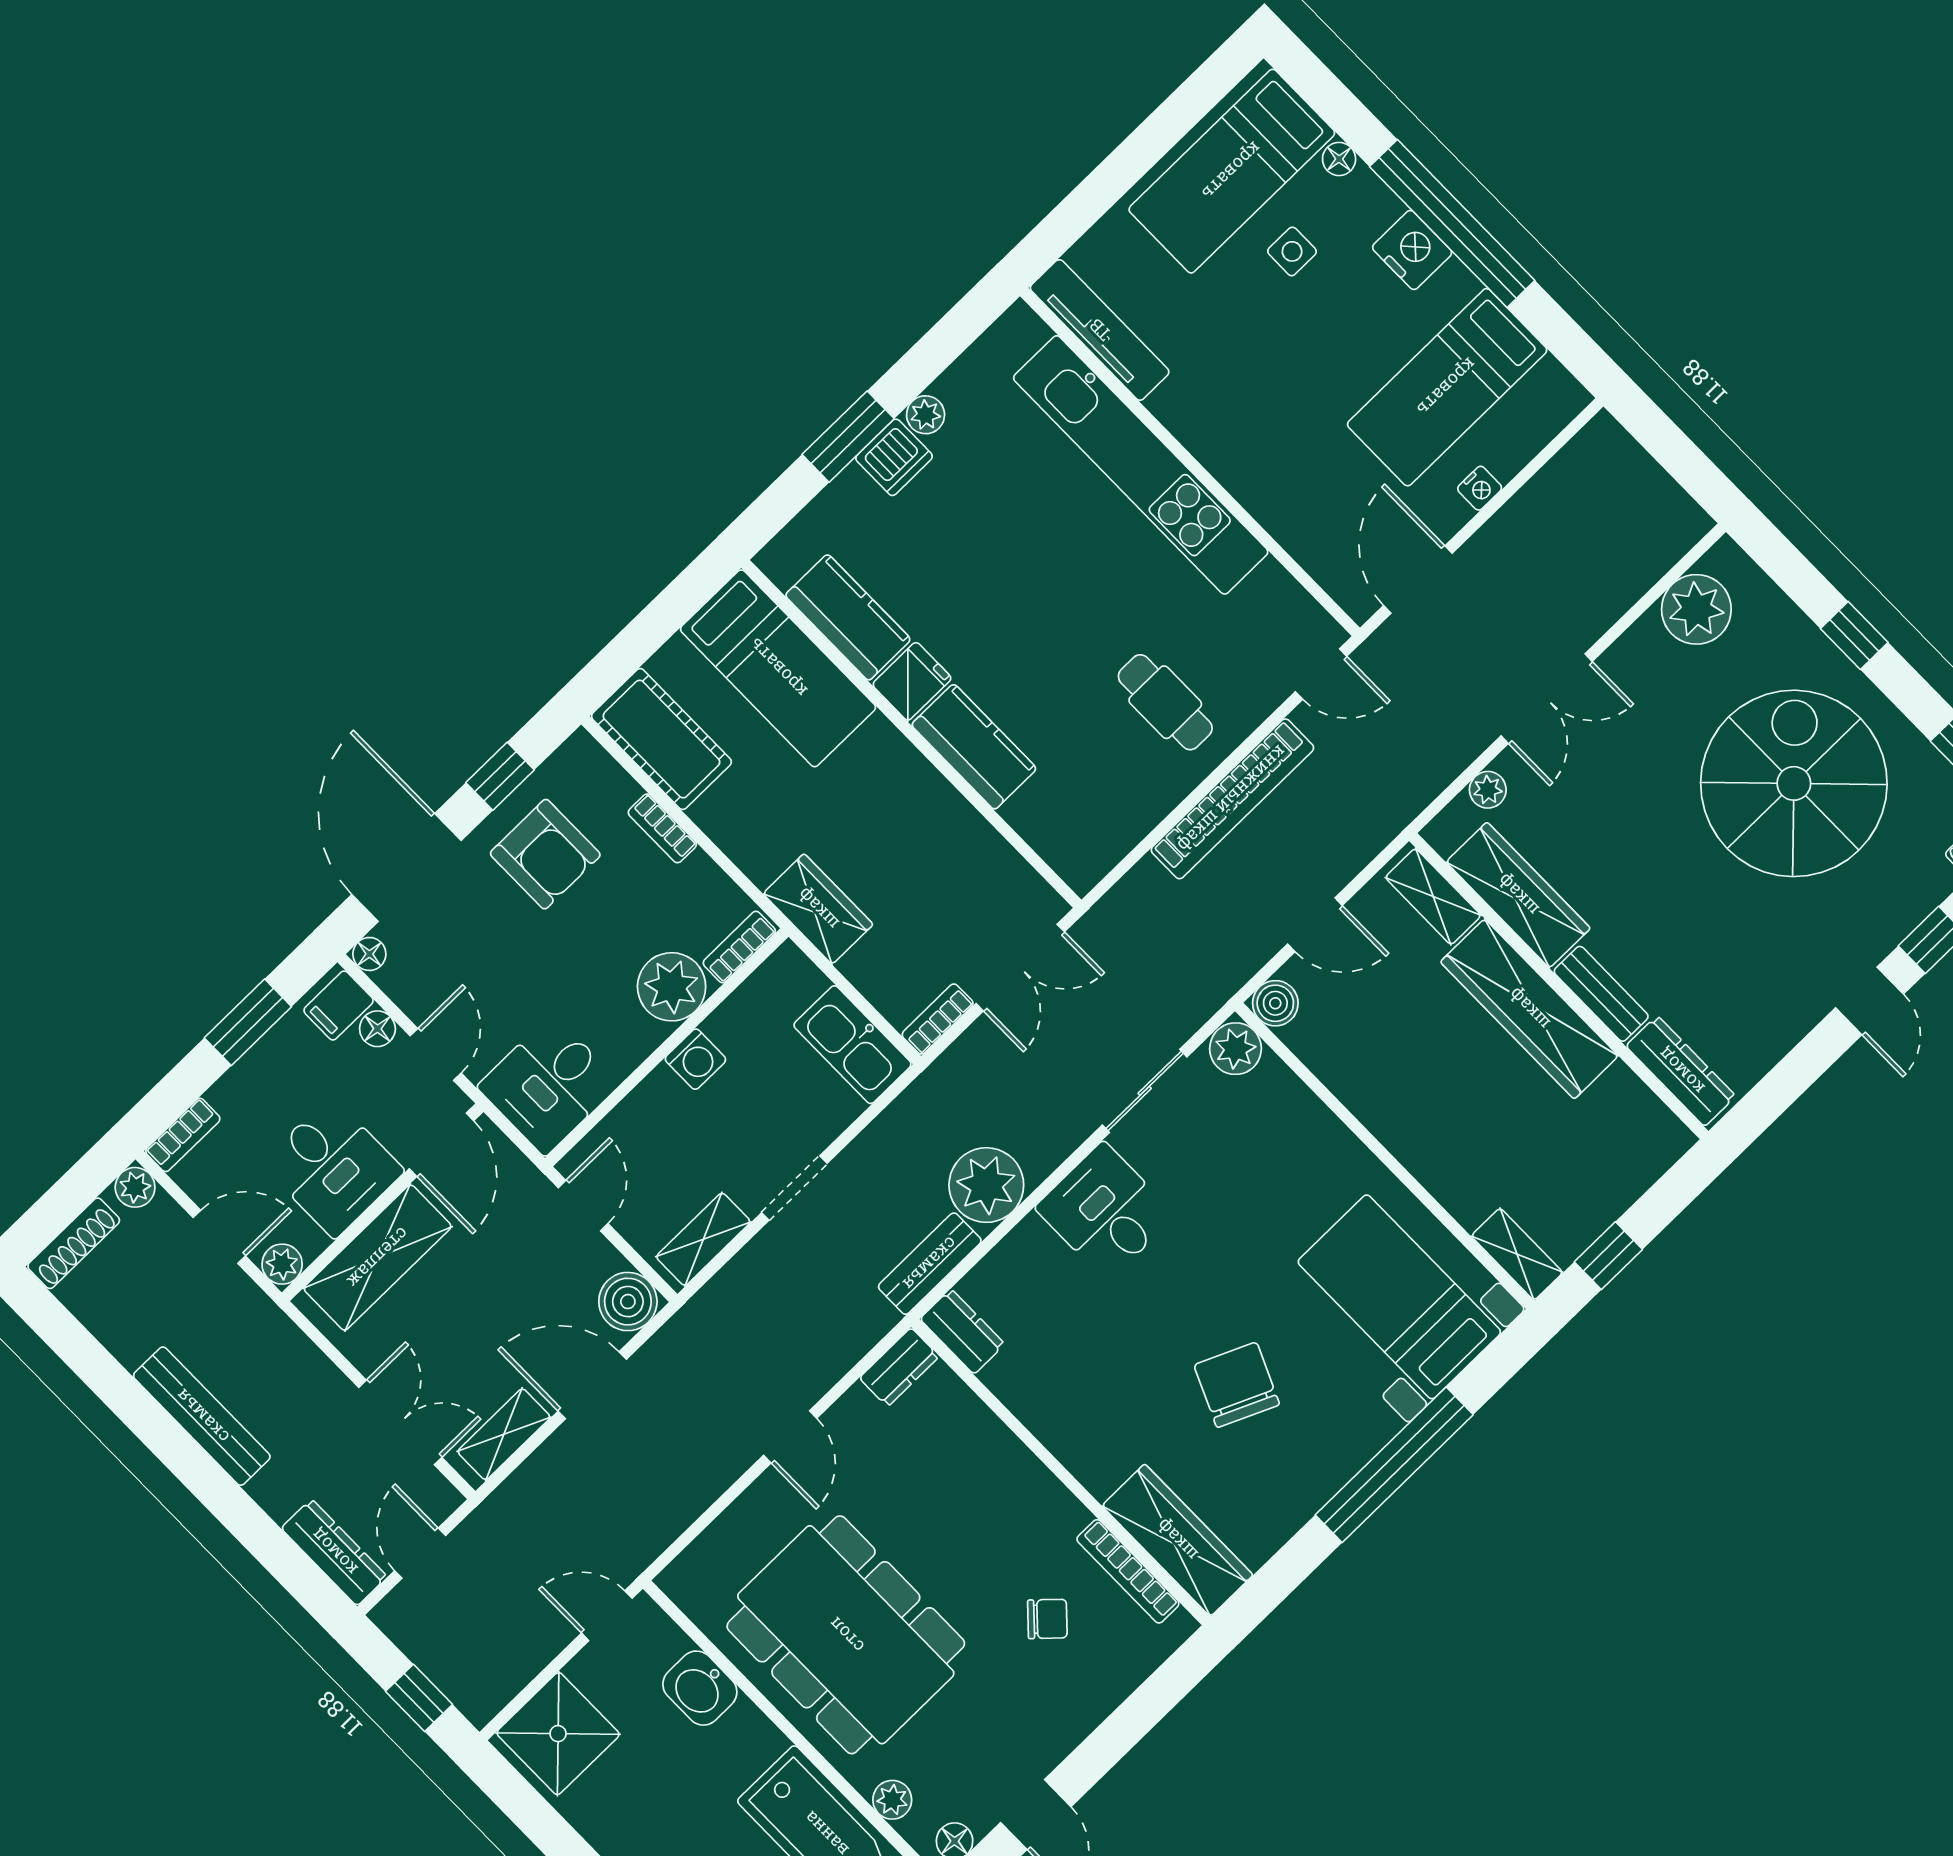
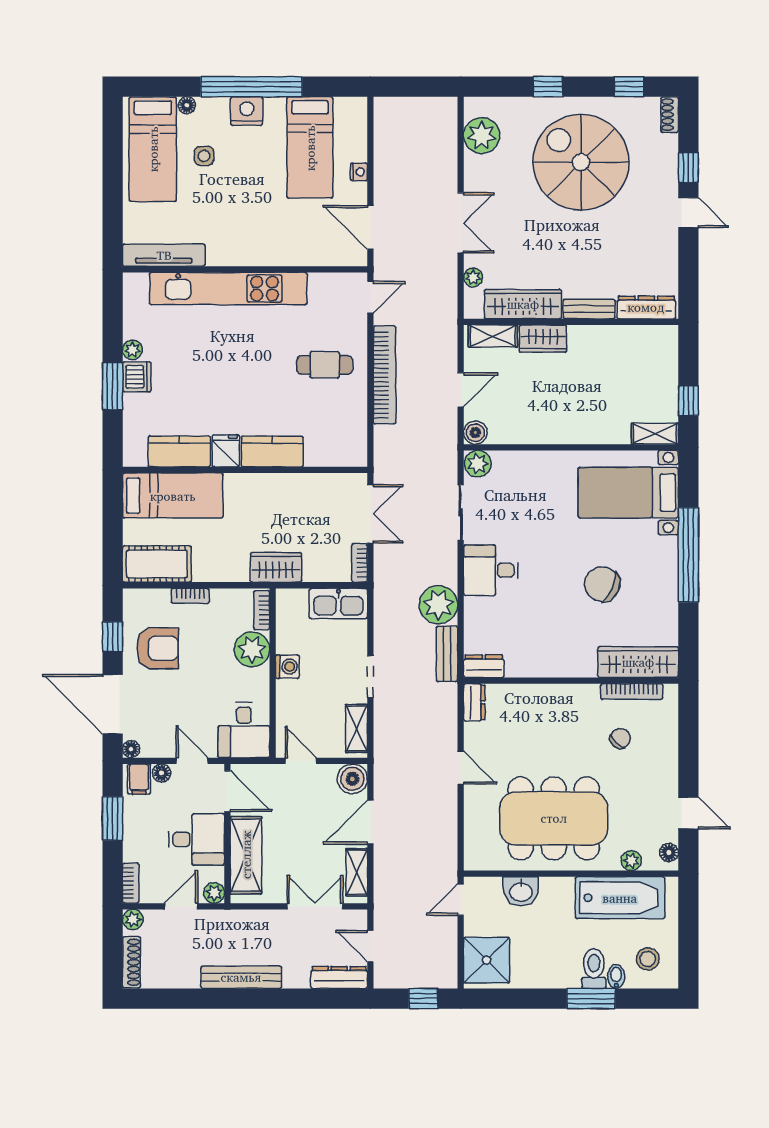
wardrobe: (1529, 1009) -> (543, 339), width x0.48, depth x0.85

